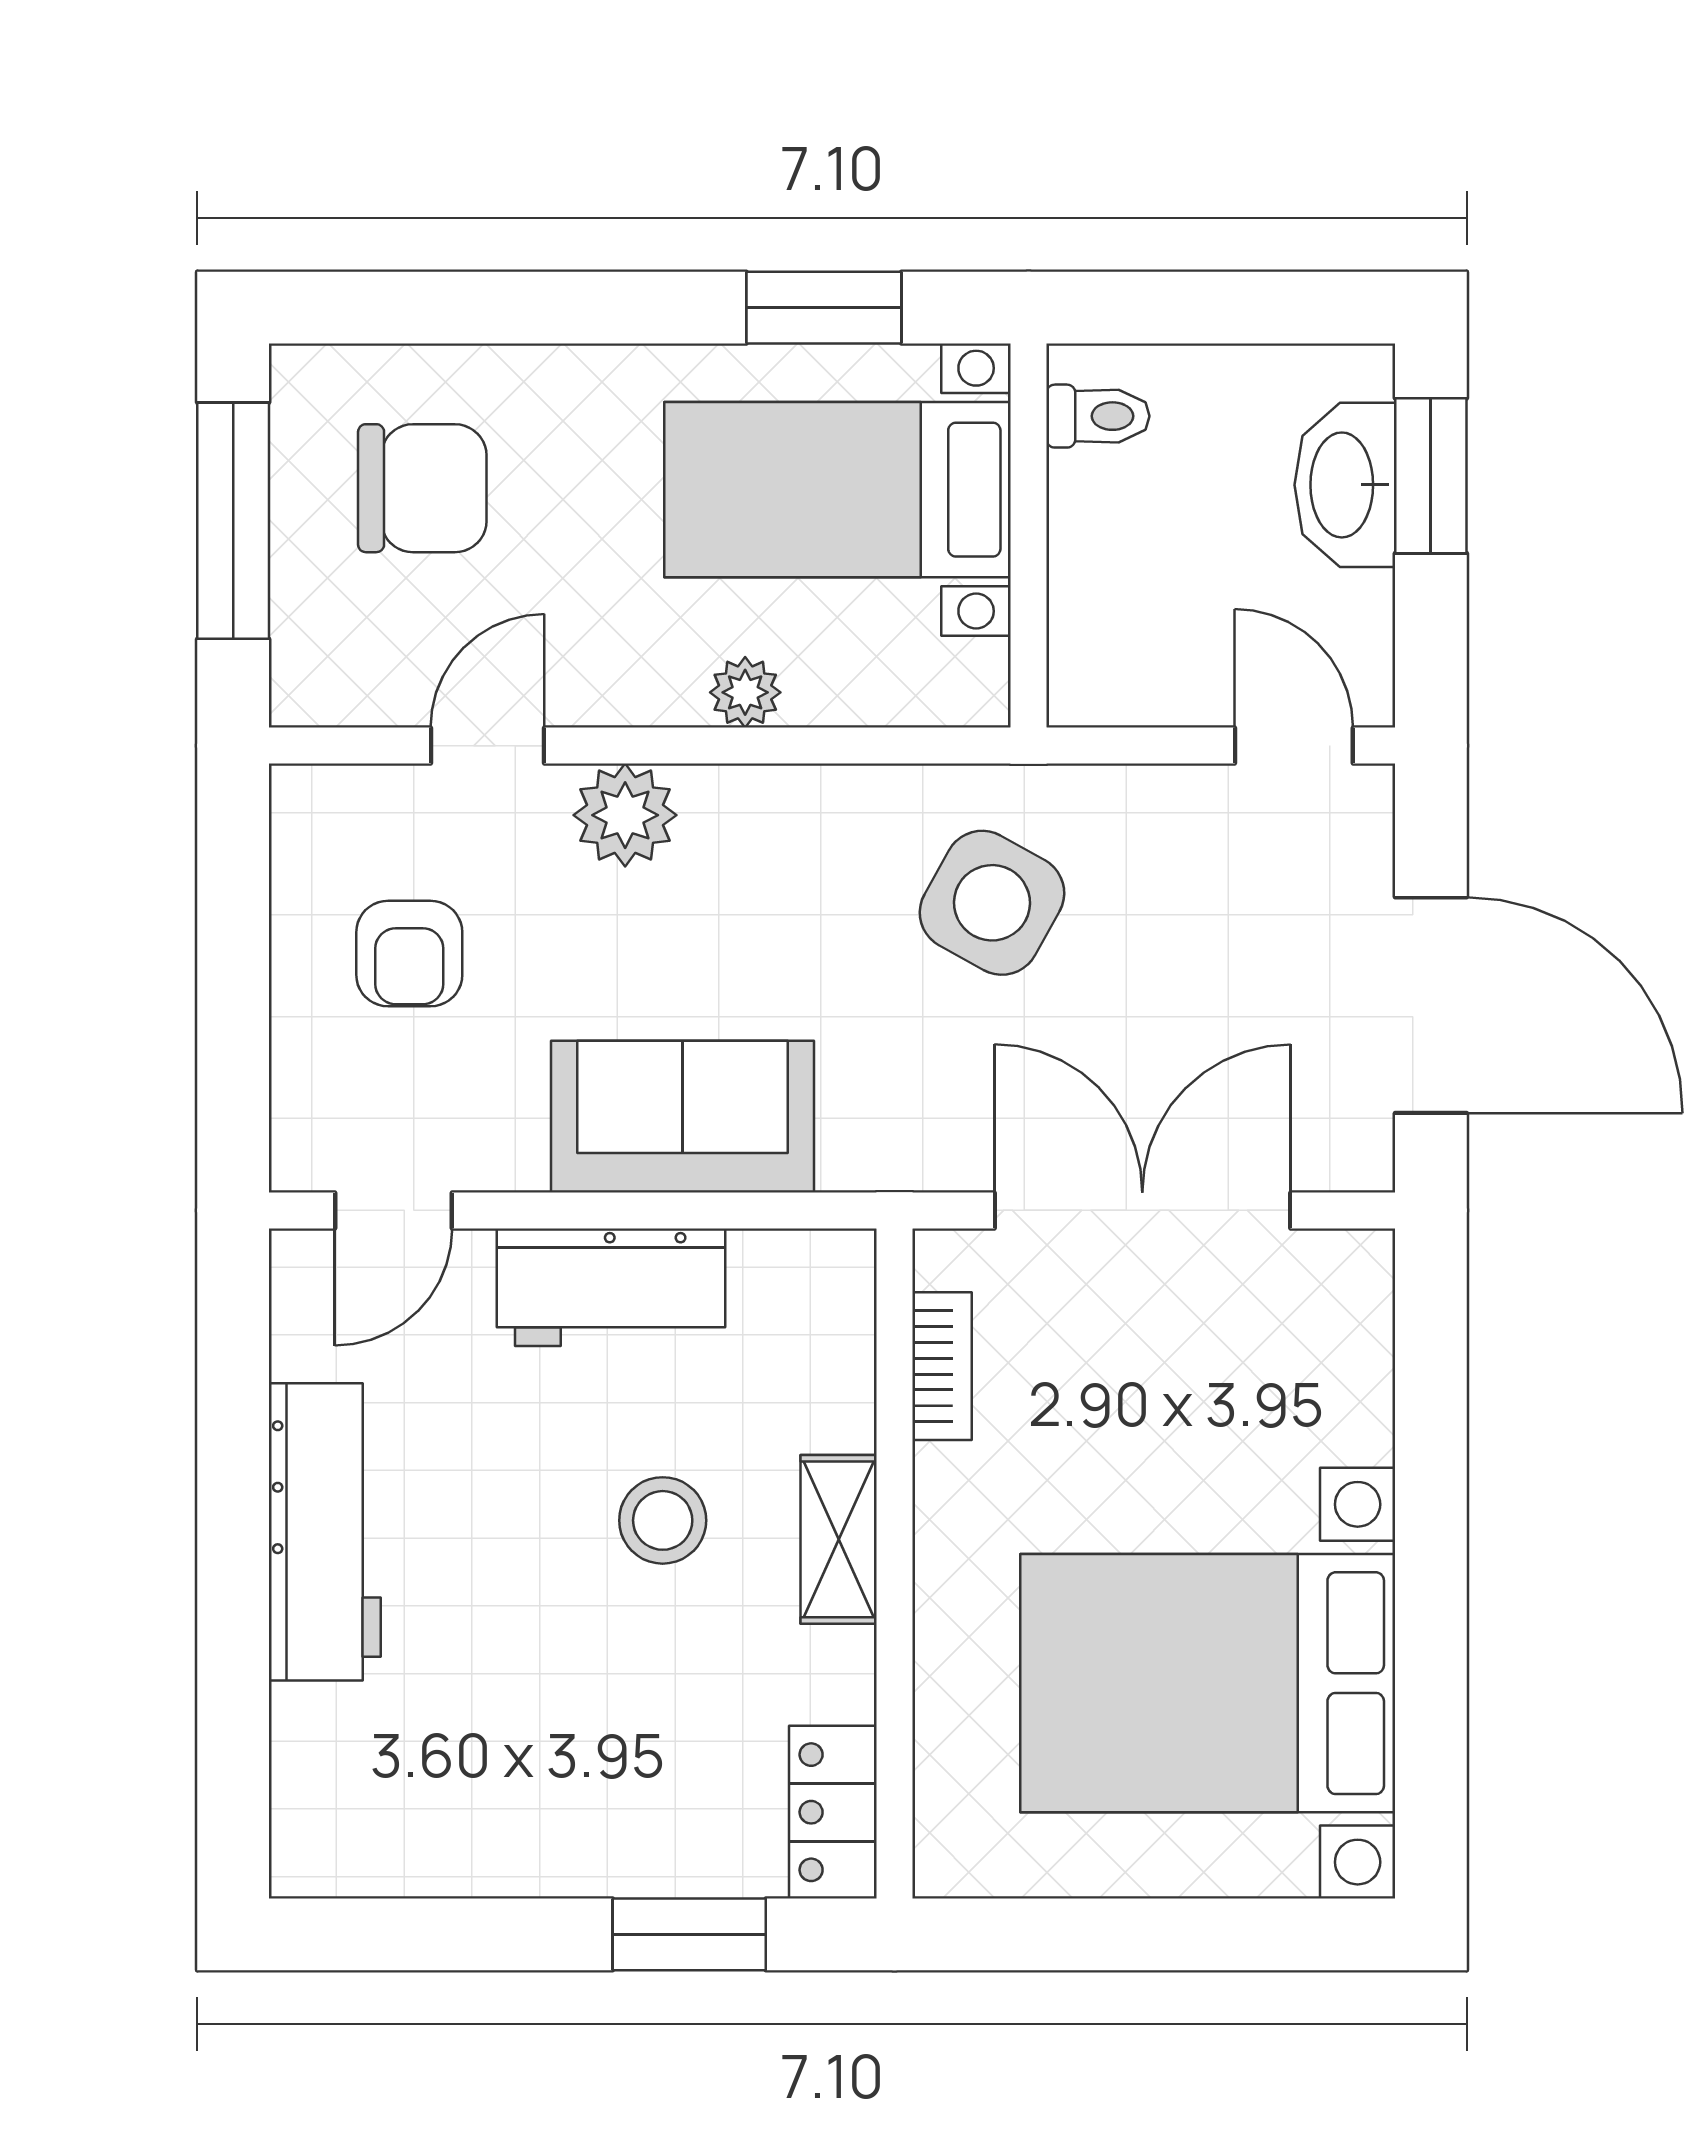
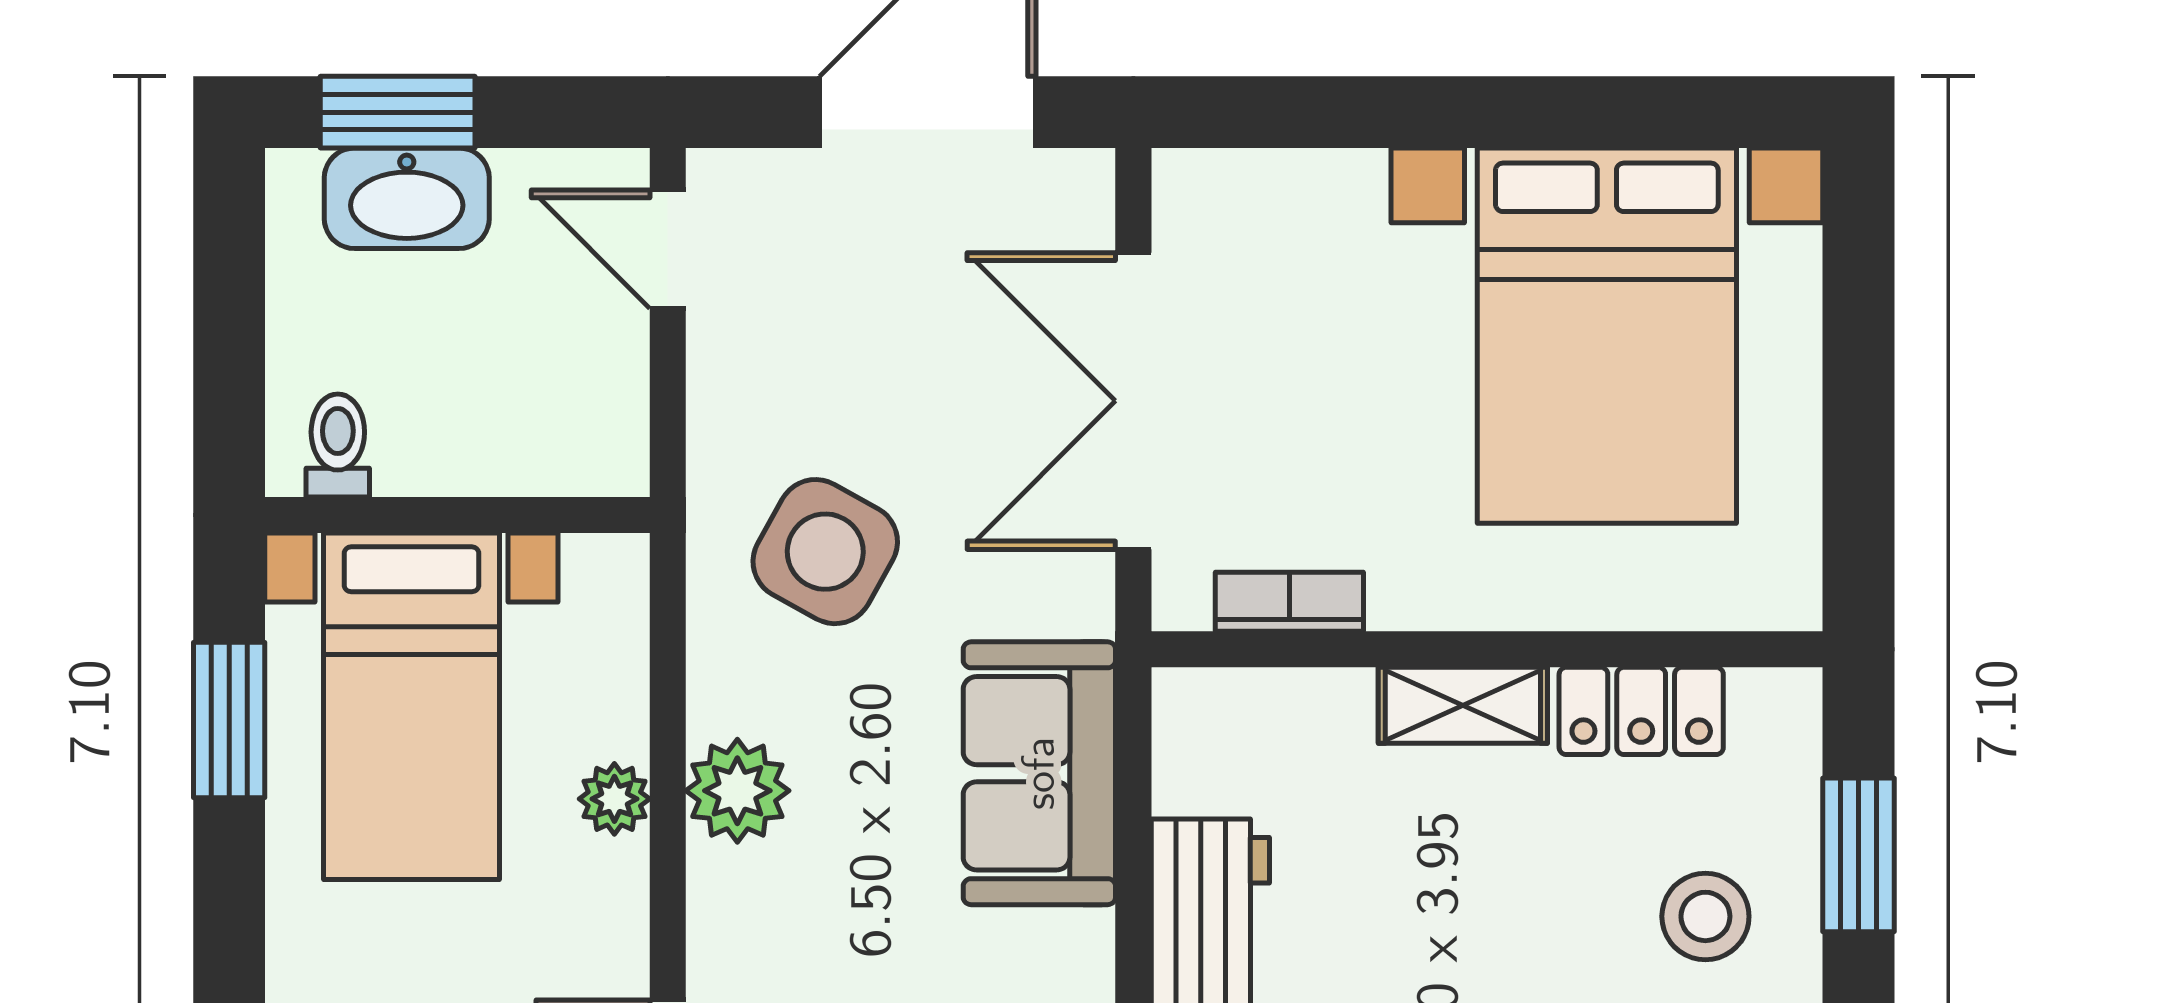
door: (1294, 746) -> (668, 249), hinge flipped
plant: (625, 815) -> (737, 791), moved
sofa: (682, 1117) -> (1039, 773), moved
stool: (663, 1520) -> (1705, 916), moved
locker: (833, 1812) -> (1641, 711), moved

